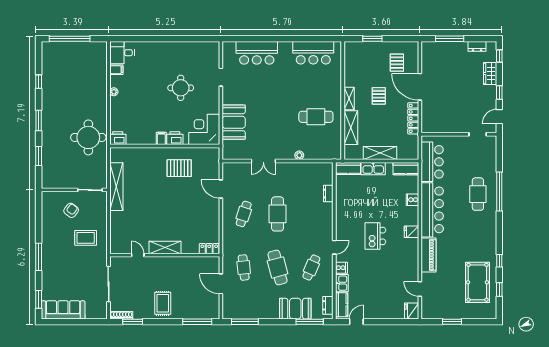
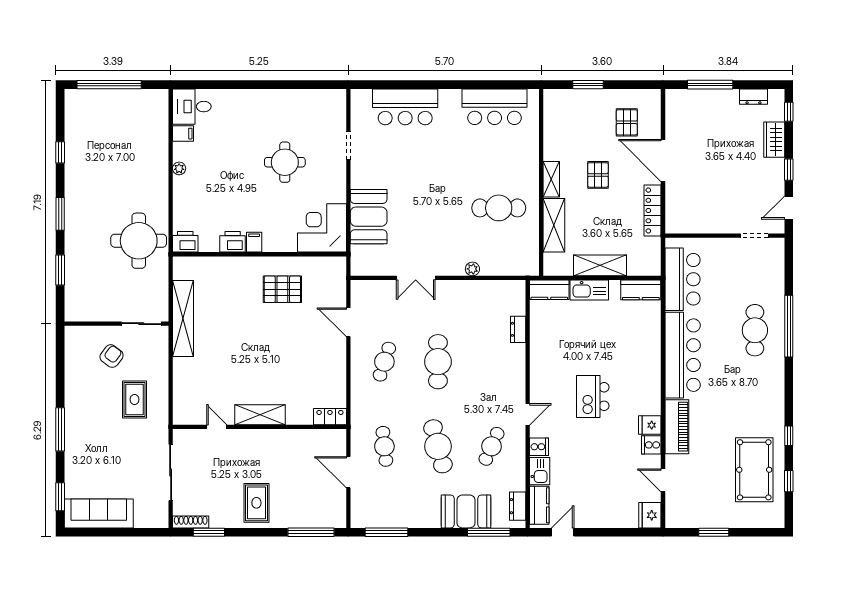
printer: (175, 138) -> (233, 242), moved
cooker: (412, 200) -> (651, 445), moved
fridge: (411, 232) -> (650, 425), moved
rug: (86, 238) -> (134, 399), turned 90

